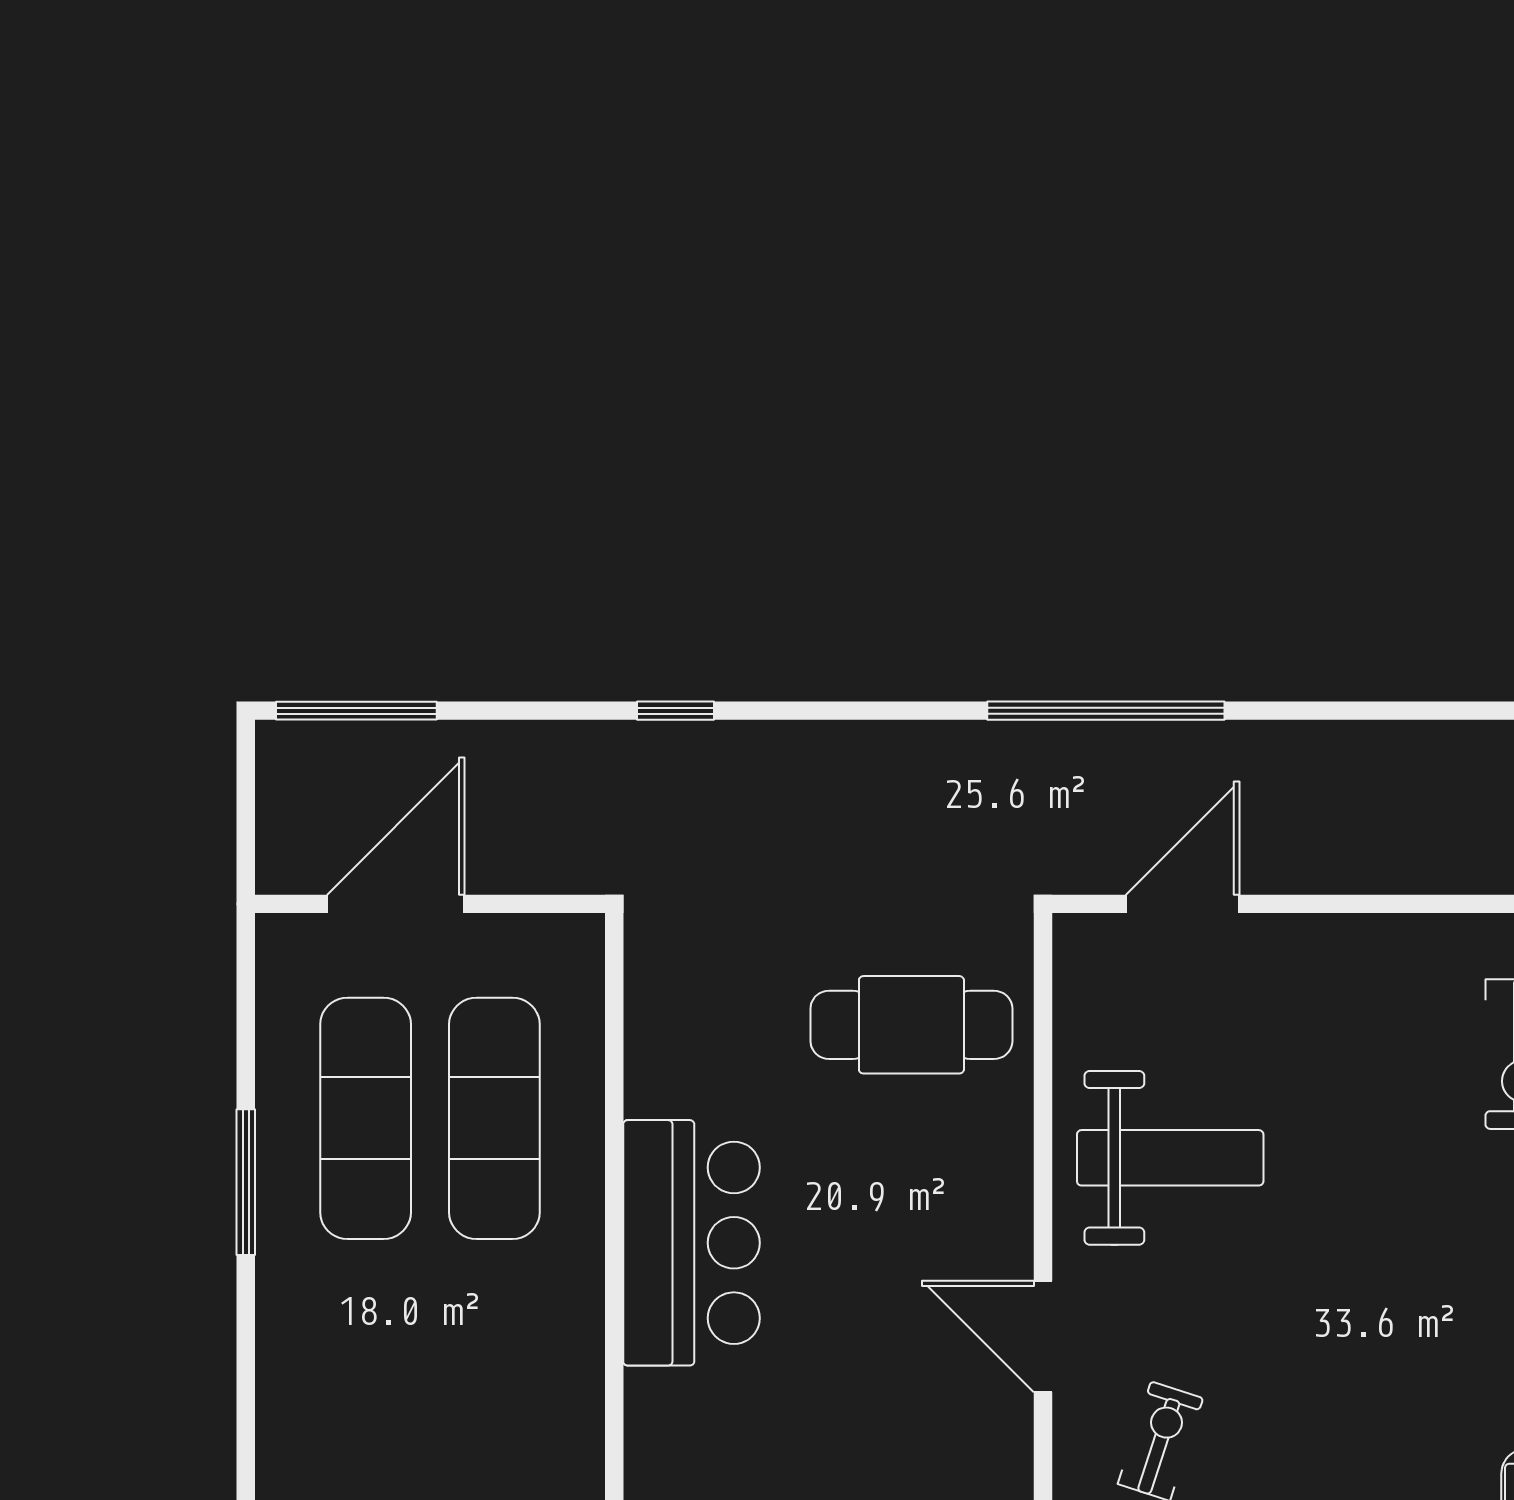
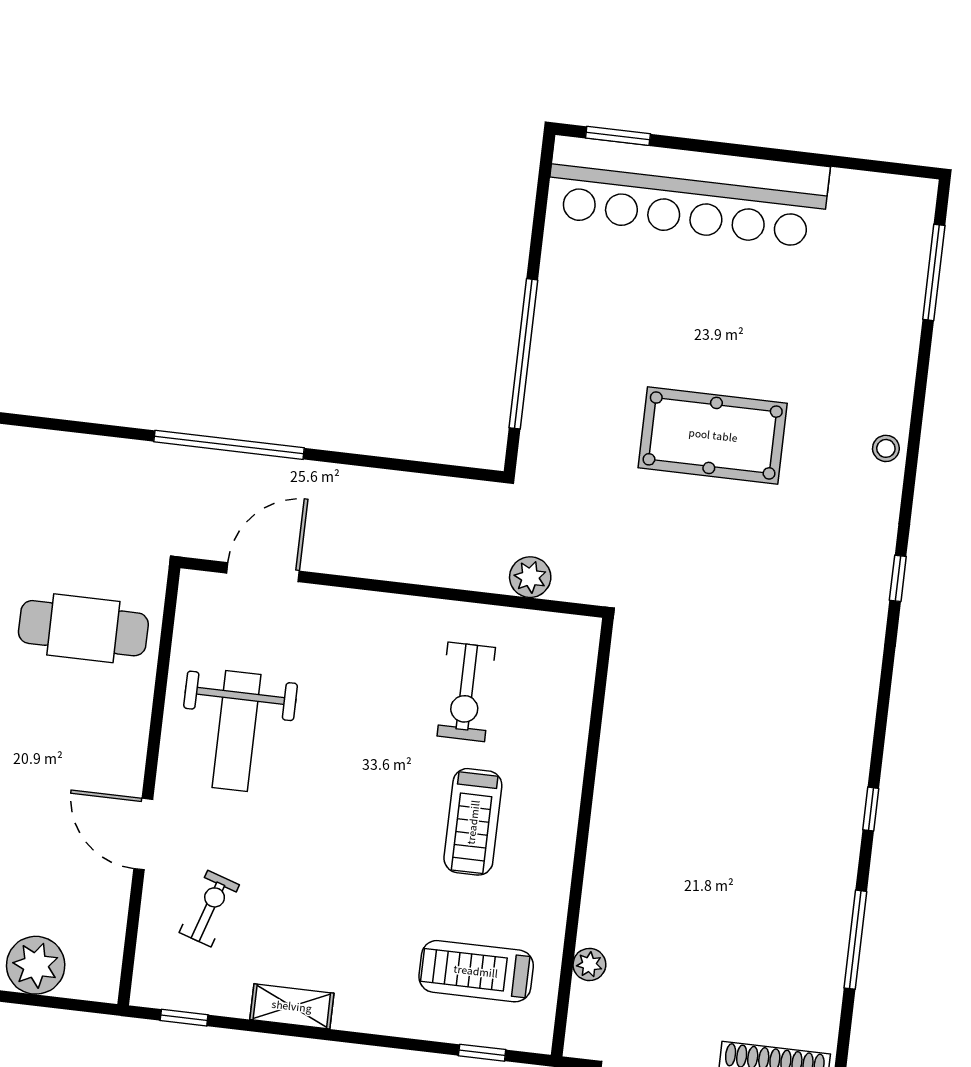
weight bench: (1170, 1158) -> (236, 731), turned 90

